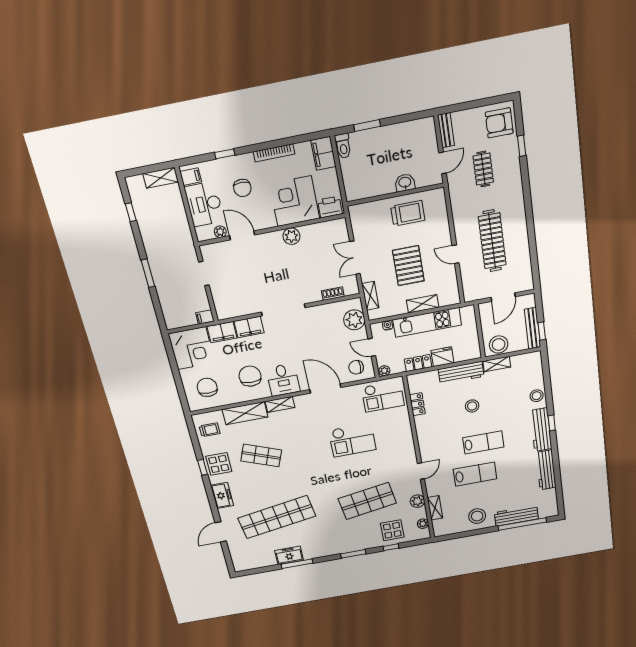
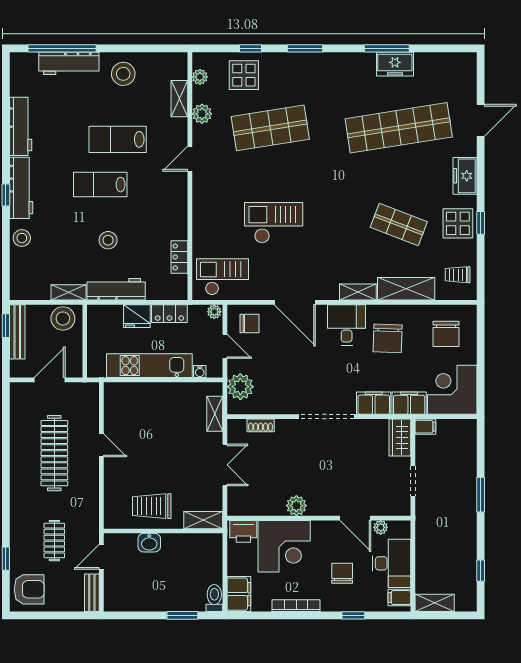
pallet: (408, 266) -> (161, 442), removed
shelving: (423, 304) -> (203, 520), moved
wardrobe: (223, 305) -> (400, 437), added

